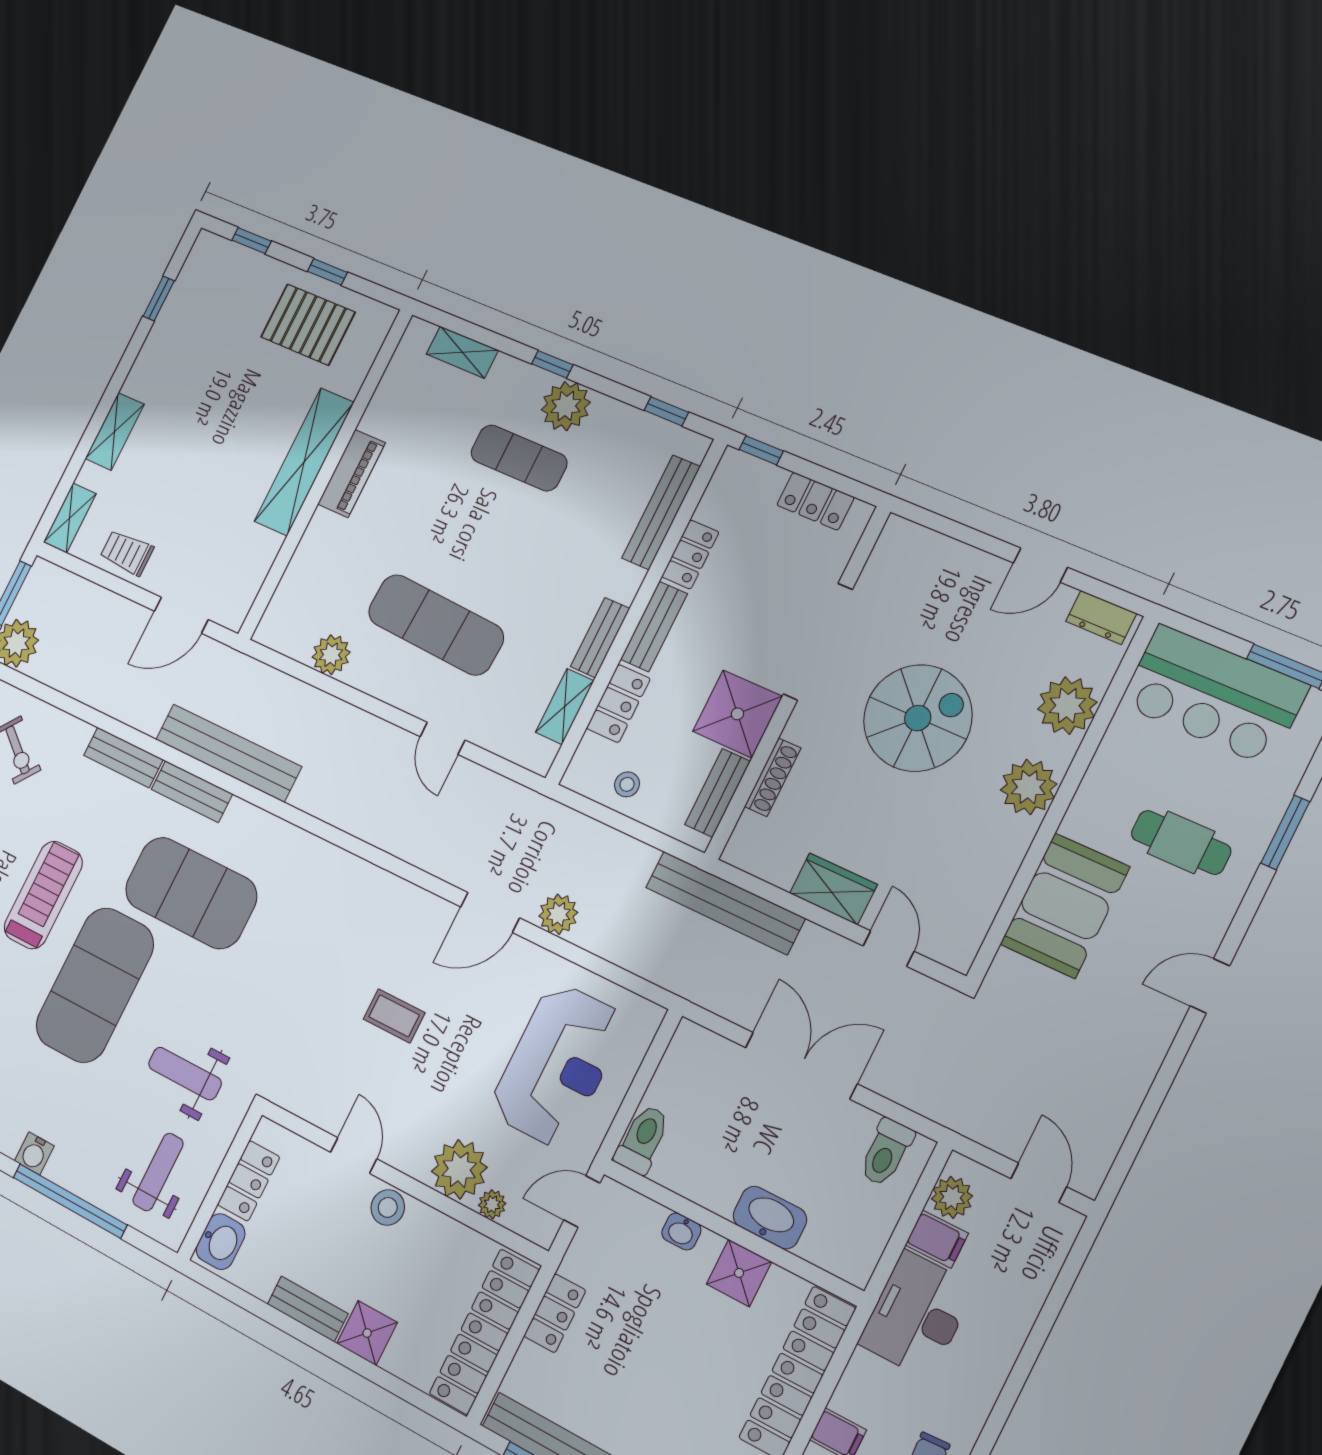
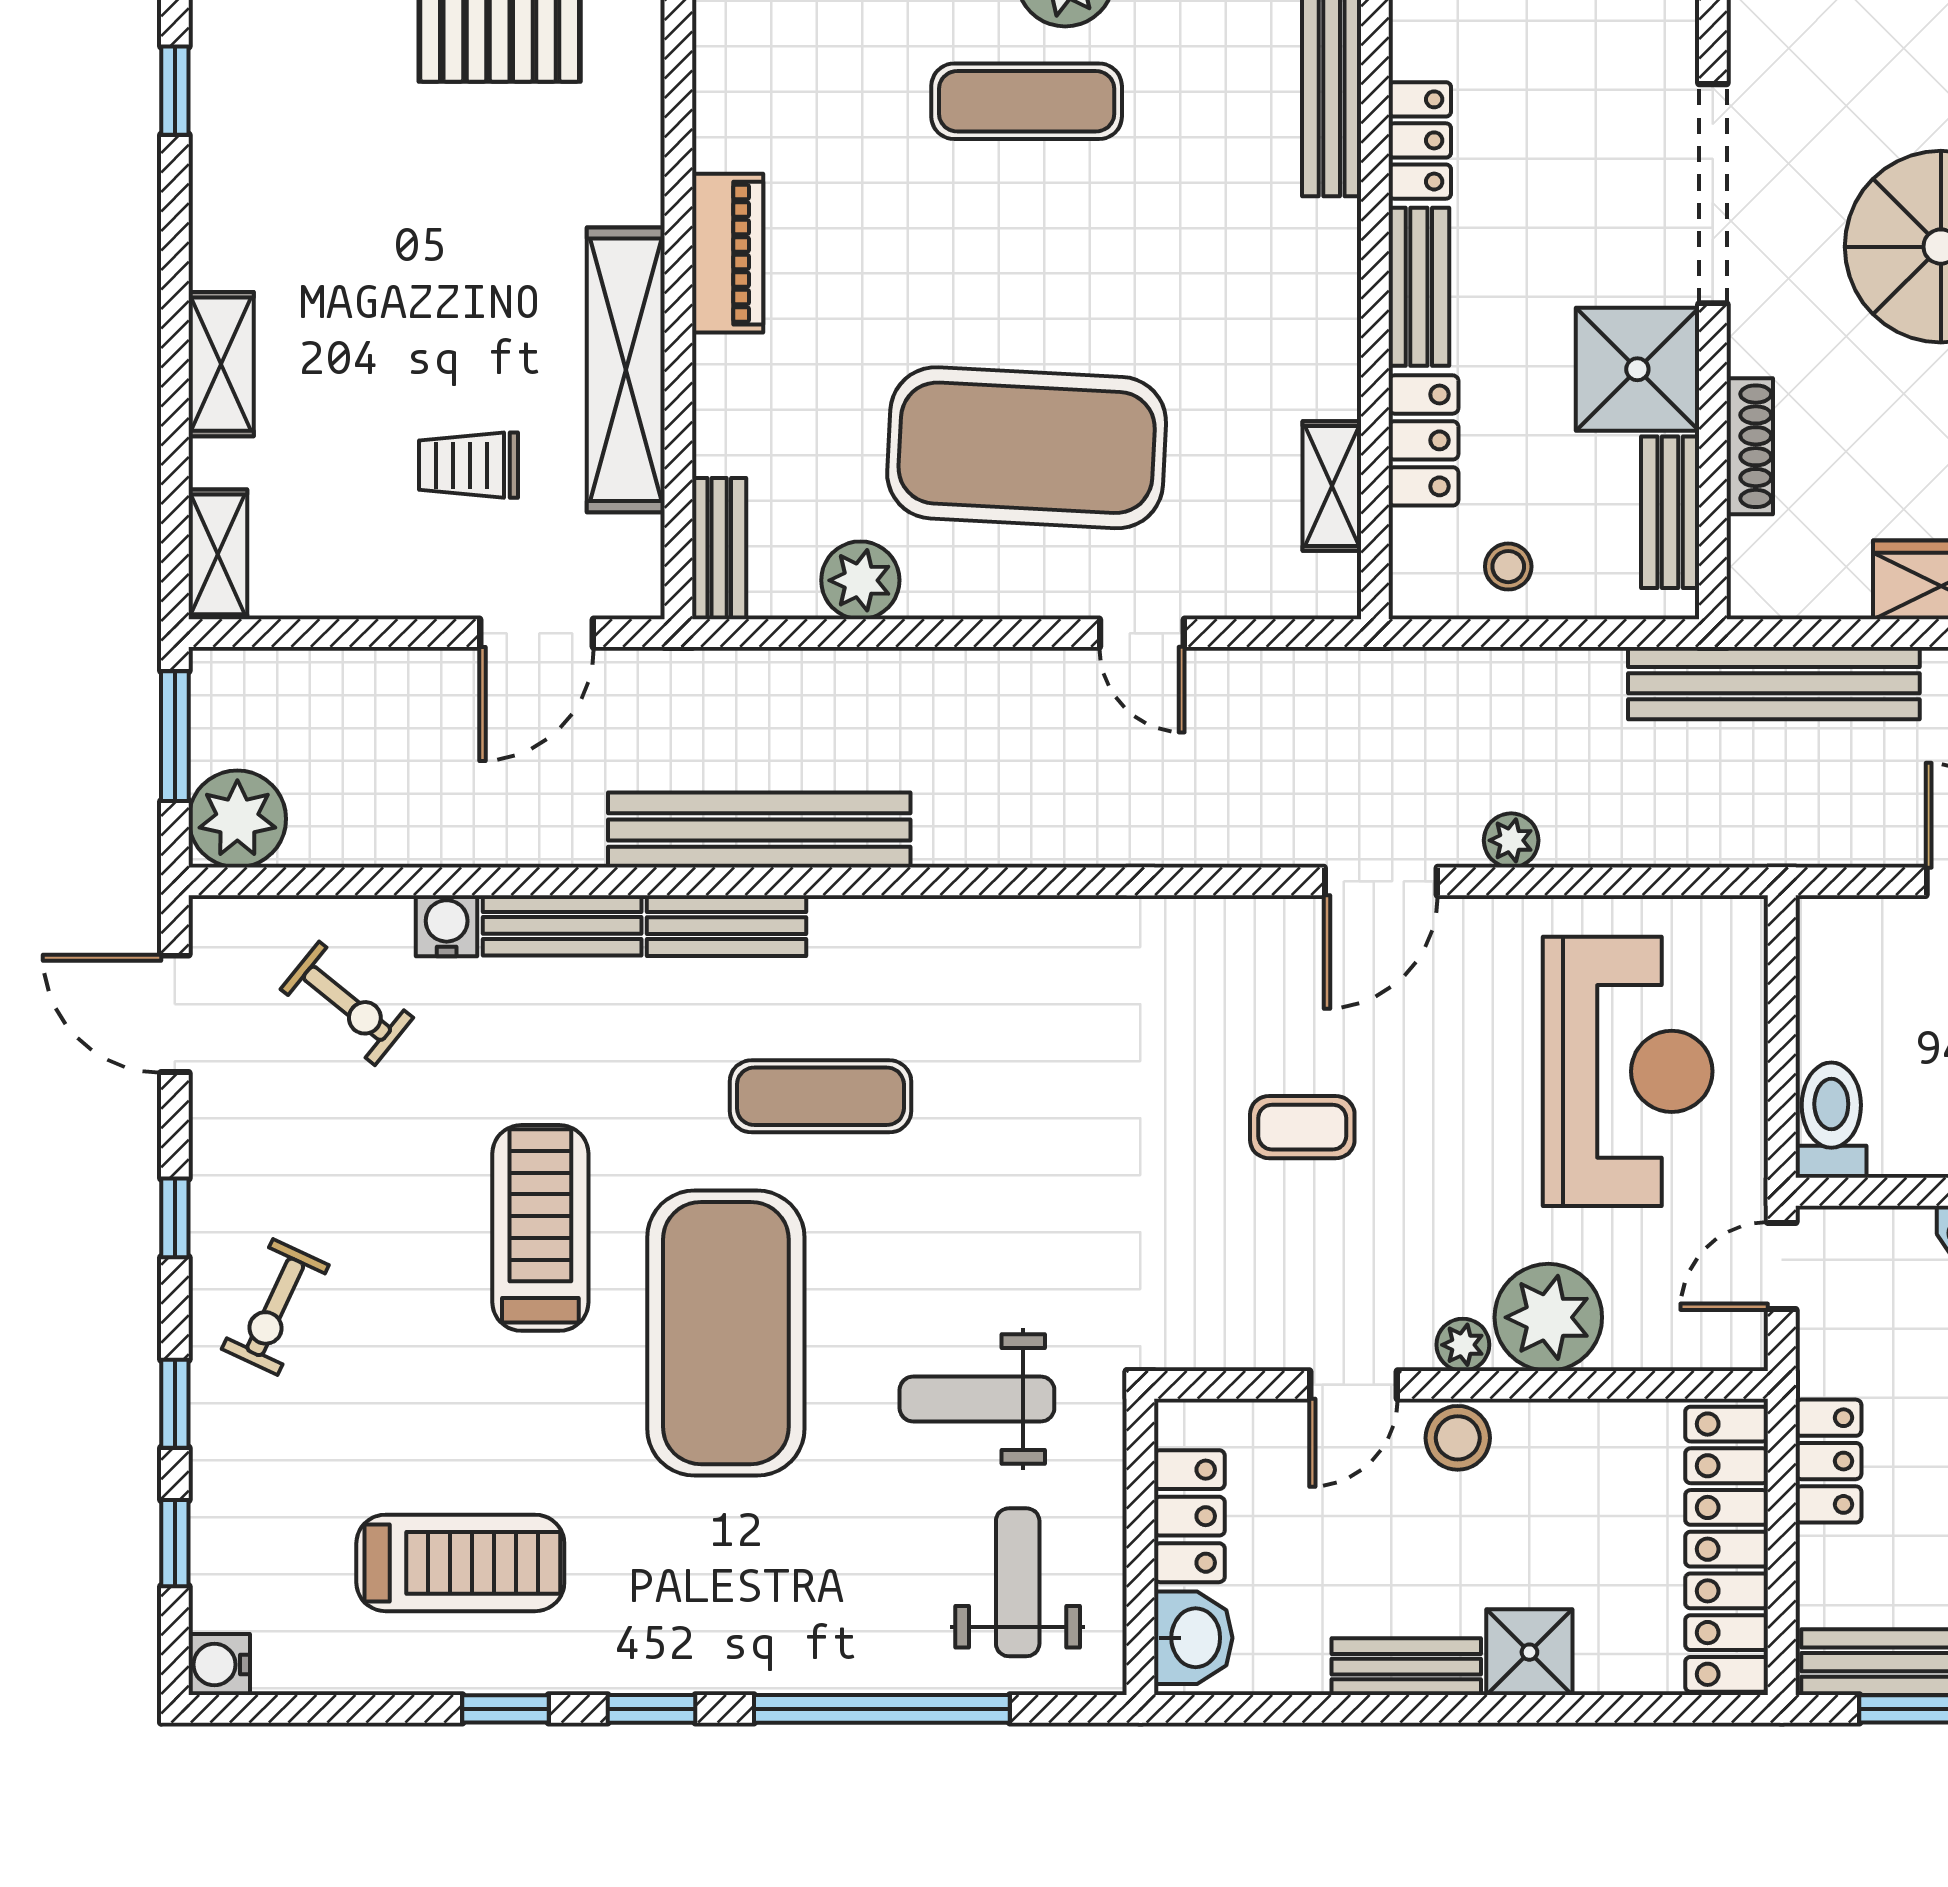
shelving: (304, 462) -> (626, 370), moved
trolley: (127, 553) -> (468, 465), moved
exercise mat: (436, 625) -> (1027, 448), width x1.47
bench: (600, 638) -> (719, 549), moved
exercise mat: (191, 893) -> (820, 1096), width x0.50, depth x0.69
plant: (558, 914) -> (1511, 840), width x0.73, depth x0.73
water cooler: (34, 1153) -> (447, 926), moved, turned 180
door: (354, 1156) -> (1353, 1385), swing flipped
plant: (492, 1204) -> (1463, 1345), moved

